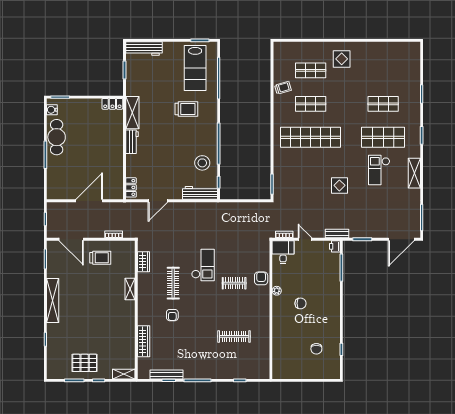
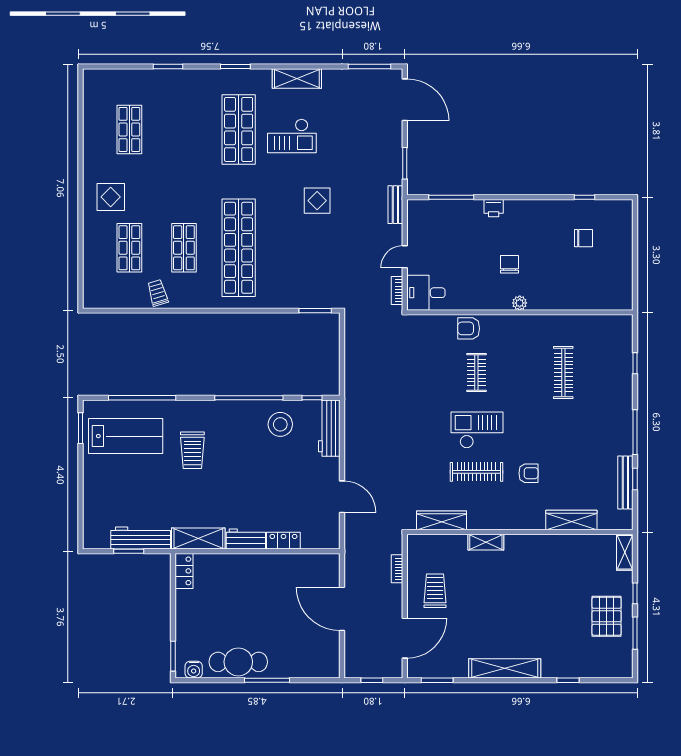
workbench: (144, 49) -> (141, 538), moved, turned -90
shop shelf: (383, 104) -> (129, 129), moved
trolley: (186, 109) -> (192, 450), turned 180
locker: (131, 187) -> (283, 541), moved
printer: (335, 246) -> (494, 208), moved
wardrobe: (143, 262) -> (442, 520), width x1.50
checkout: (203, 265) -> (477, 430), moved
plant: (277, 291) -> (520, 303), moved

